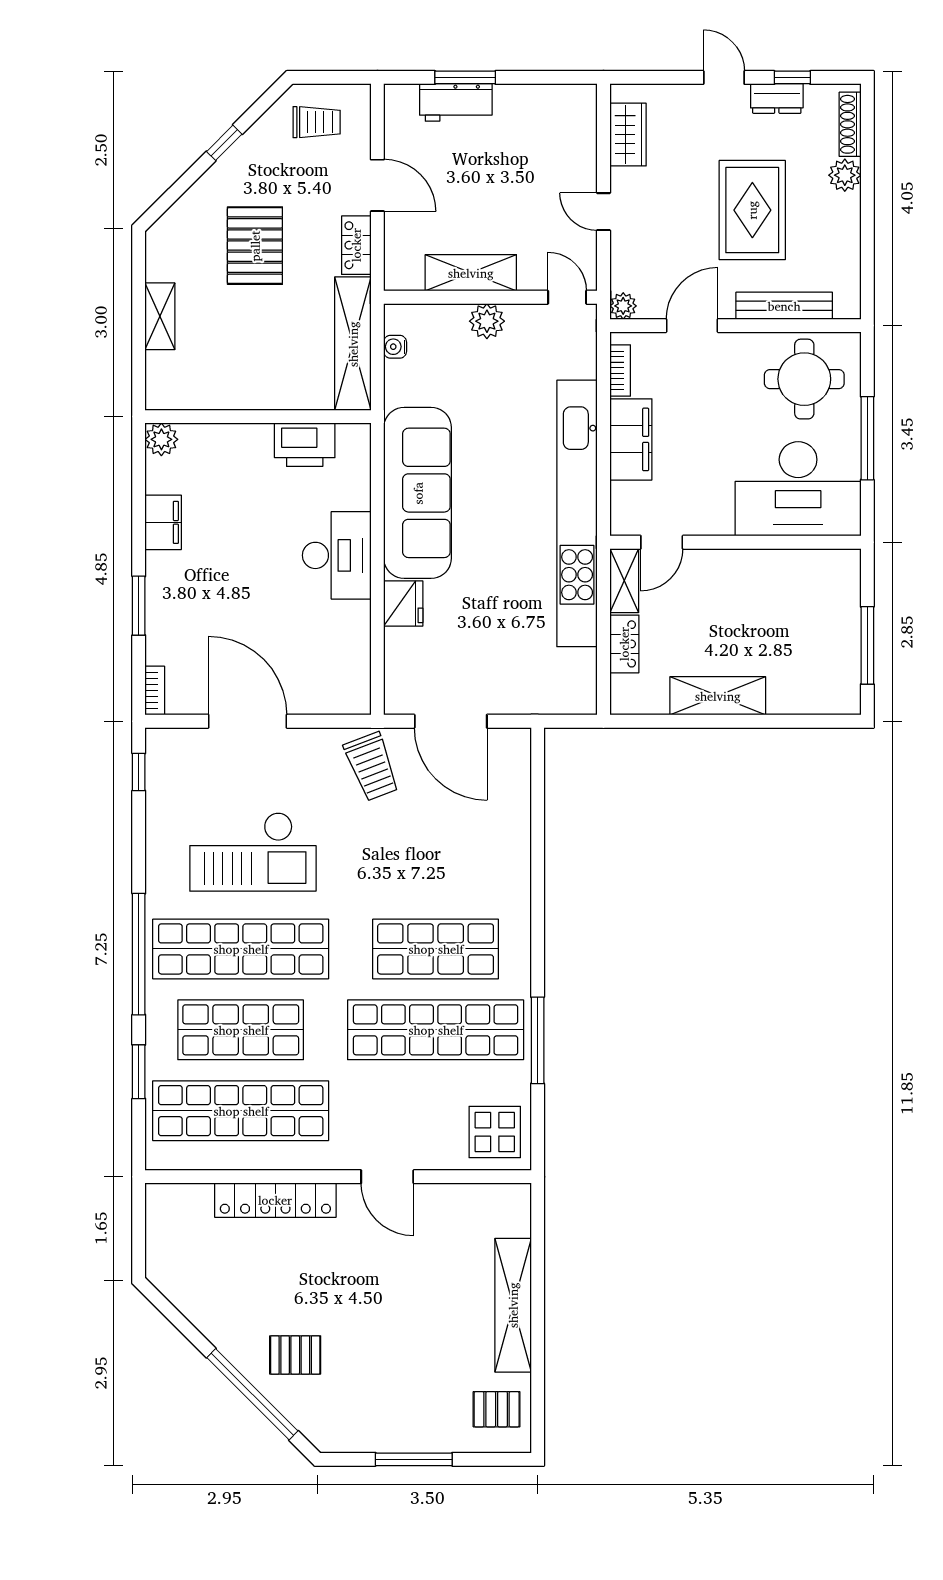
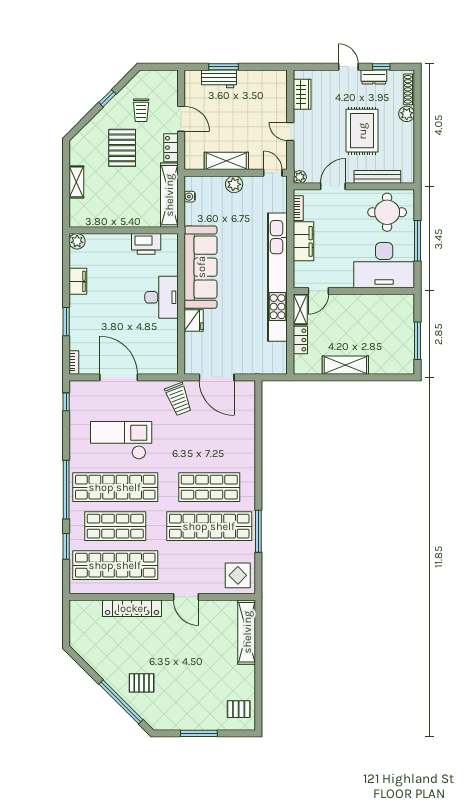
trolley: (317, 122) -> (141, 110), moved, turned 90
checkout: (253, 852) -> (121, 440), turned 180
shelving: (513, 1305) -> (247, 632), moved

